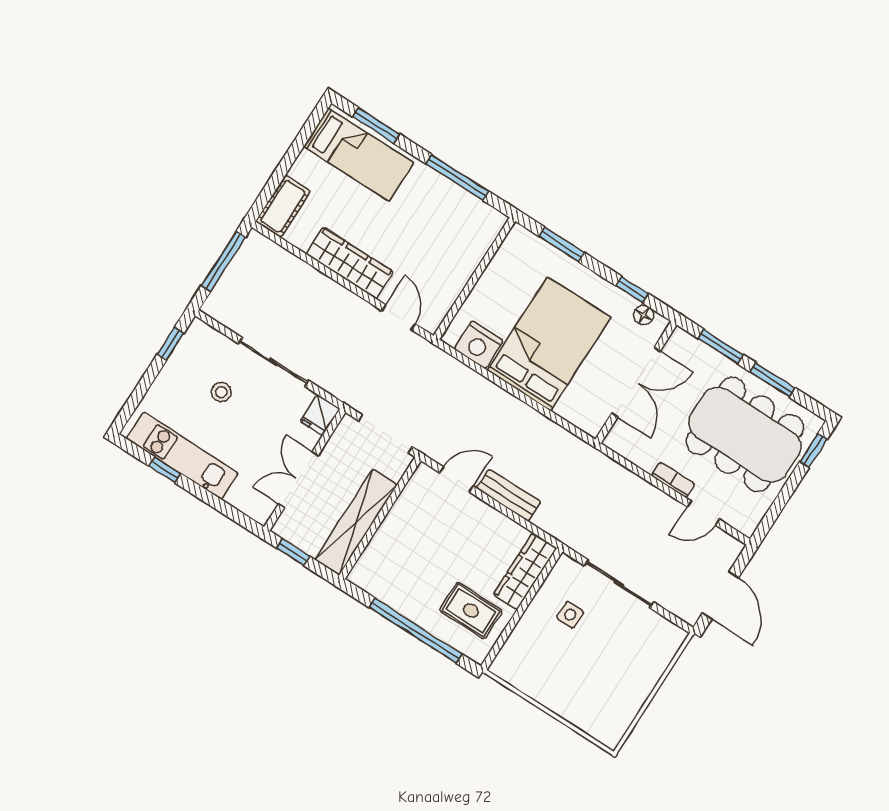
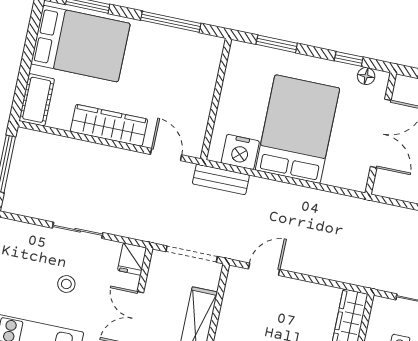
bed: (359, 155) -> (80, 44), width x1.50
sliding door: (274, 362) -> (78, 230), width x0.73
stool: (221, 392) -> (66, 284), moved
bench: (509, 495) -> (221, 179), moved

